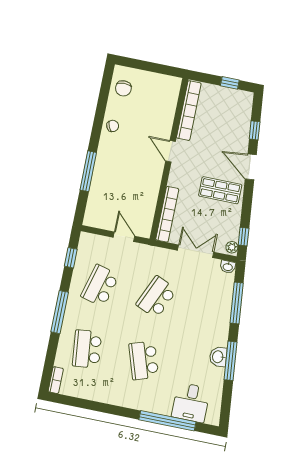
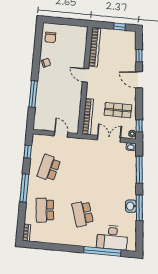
shop shelf: (220, 190) -> (118, 110), moved
school desk: (157, 297) -> (87, 171), removed
desk: (191, 403) -> (112, 238), width x1.37

